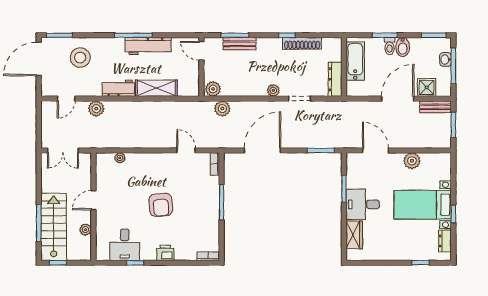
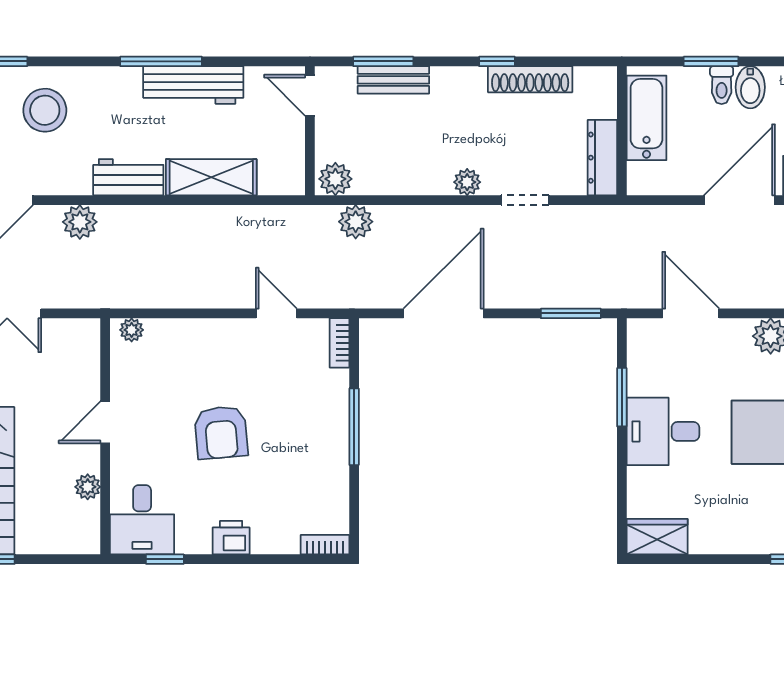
door: (93, 200) -> (105, 422), moved
wall: (93, 207) -> (105, 436), moved
plant: (85, 230) -> (88, 487), moved
wardrobe: (354, 235) -> (657, 537), moved, turned -90

